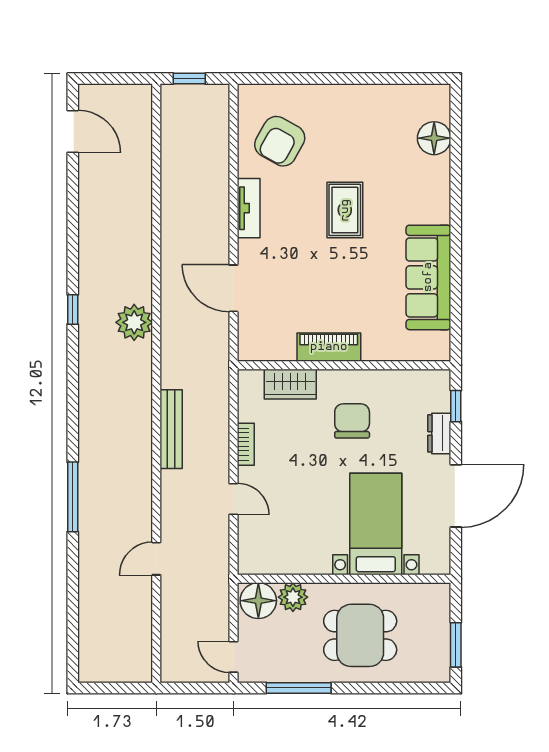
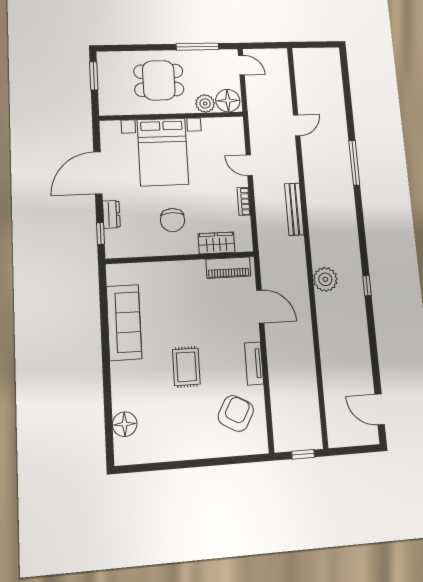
piano: (329, 347) -> (228, 268), moved
bed with nightstands: (376, 524) -> (163, 152), width x1.36

